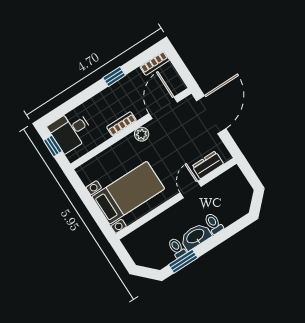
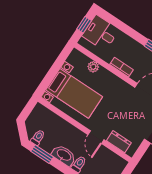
plant: (142, 134) -> (93, 67), moved
door: (191, 189) -> (96, 137), swing flipped
toilet: (177, 248) -> (38, 137), moved

